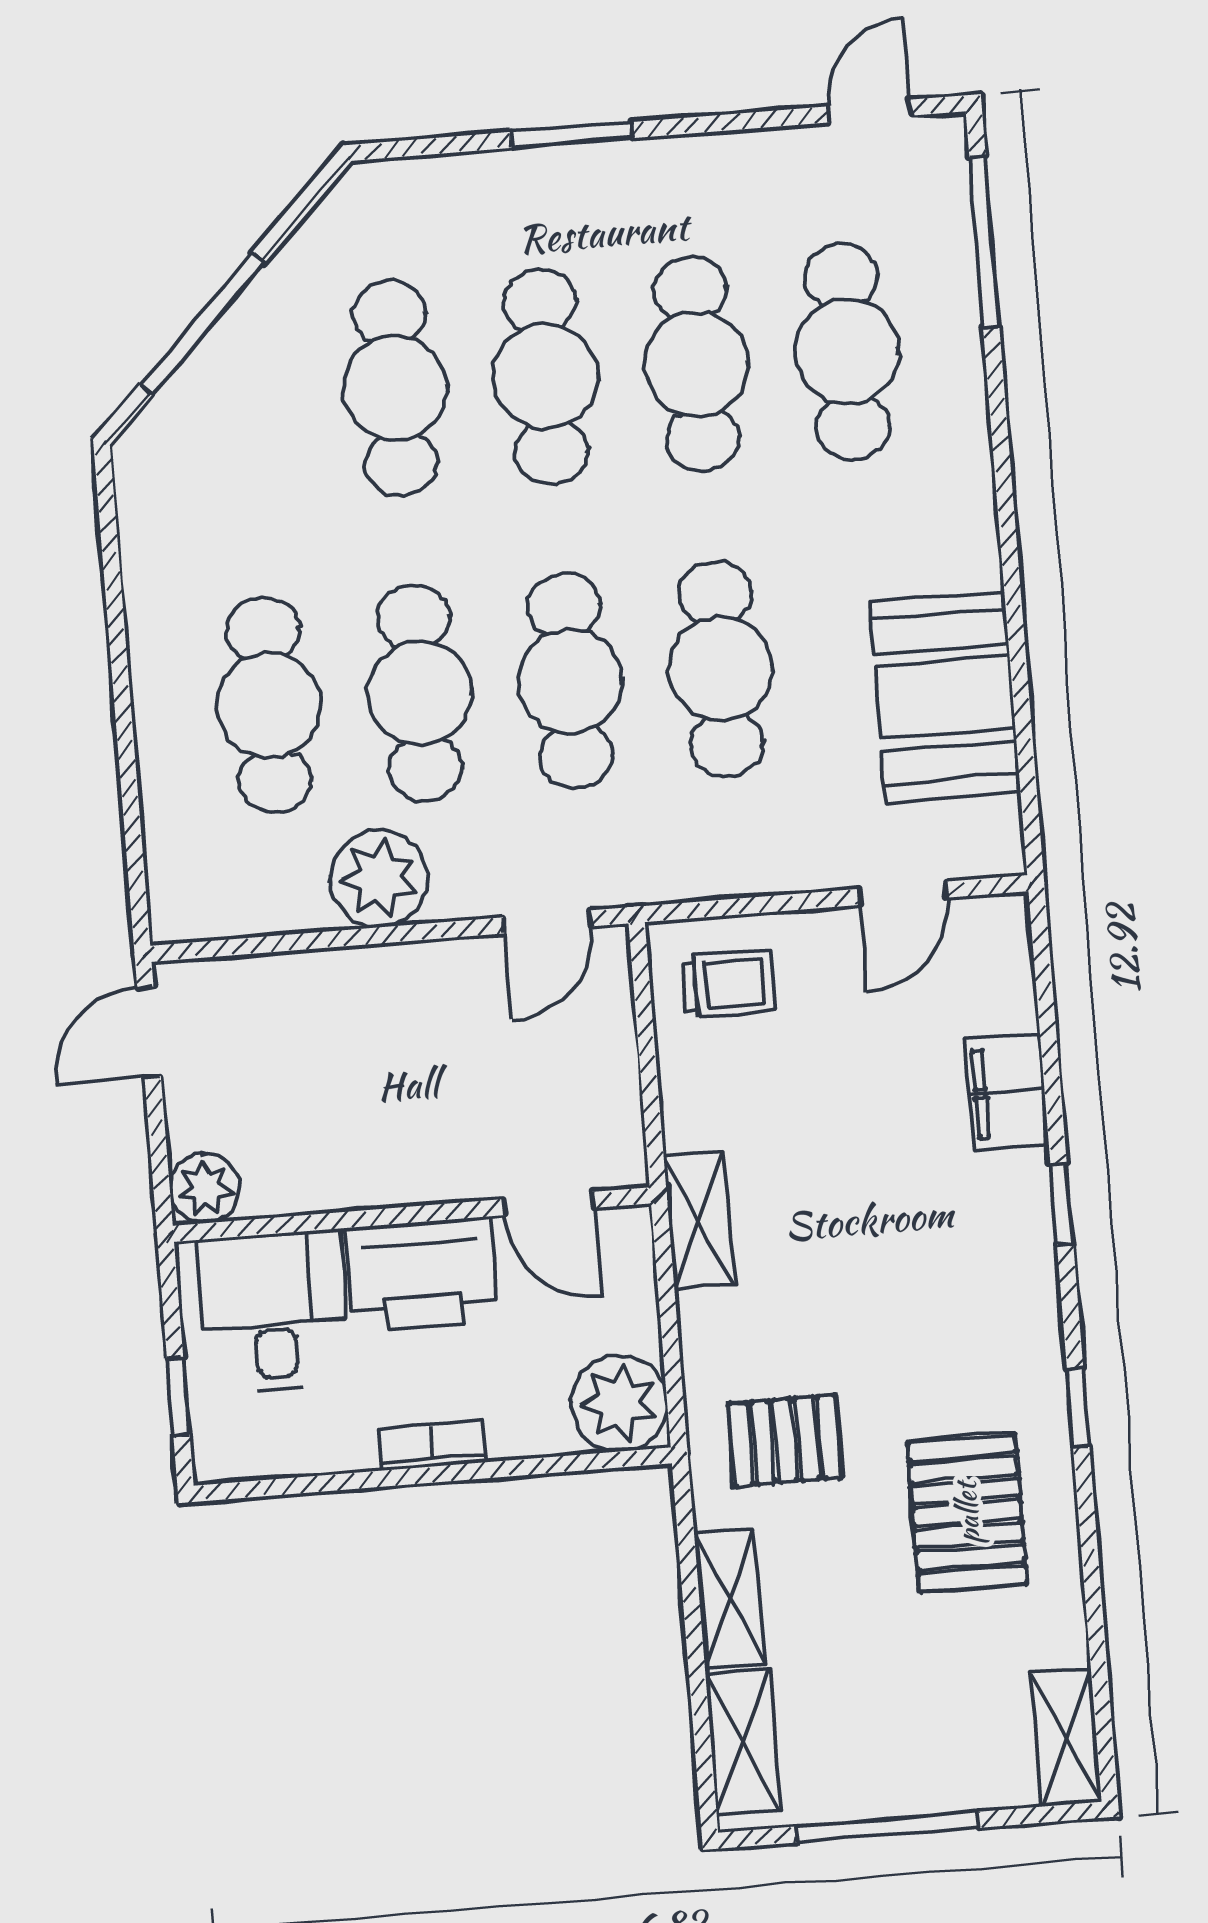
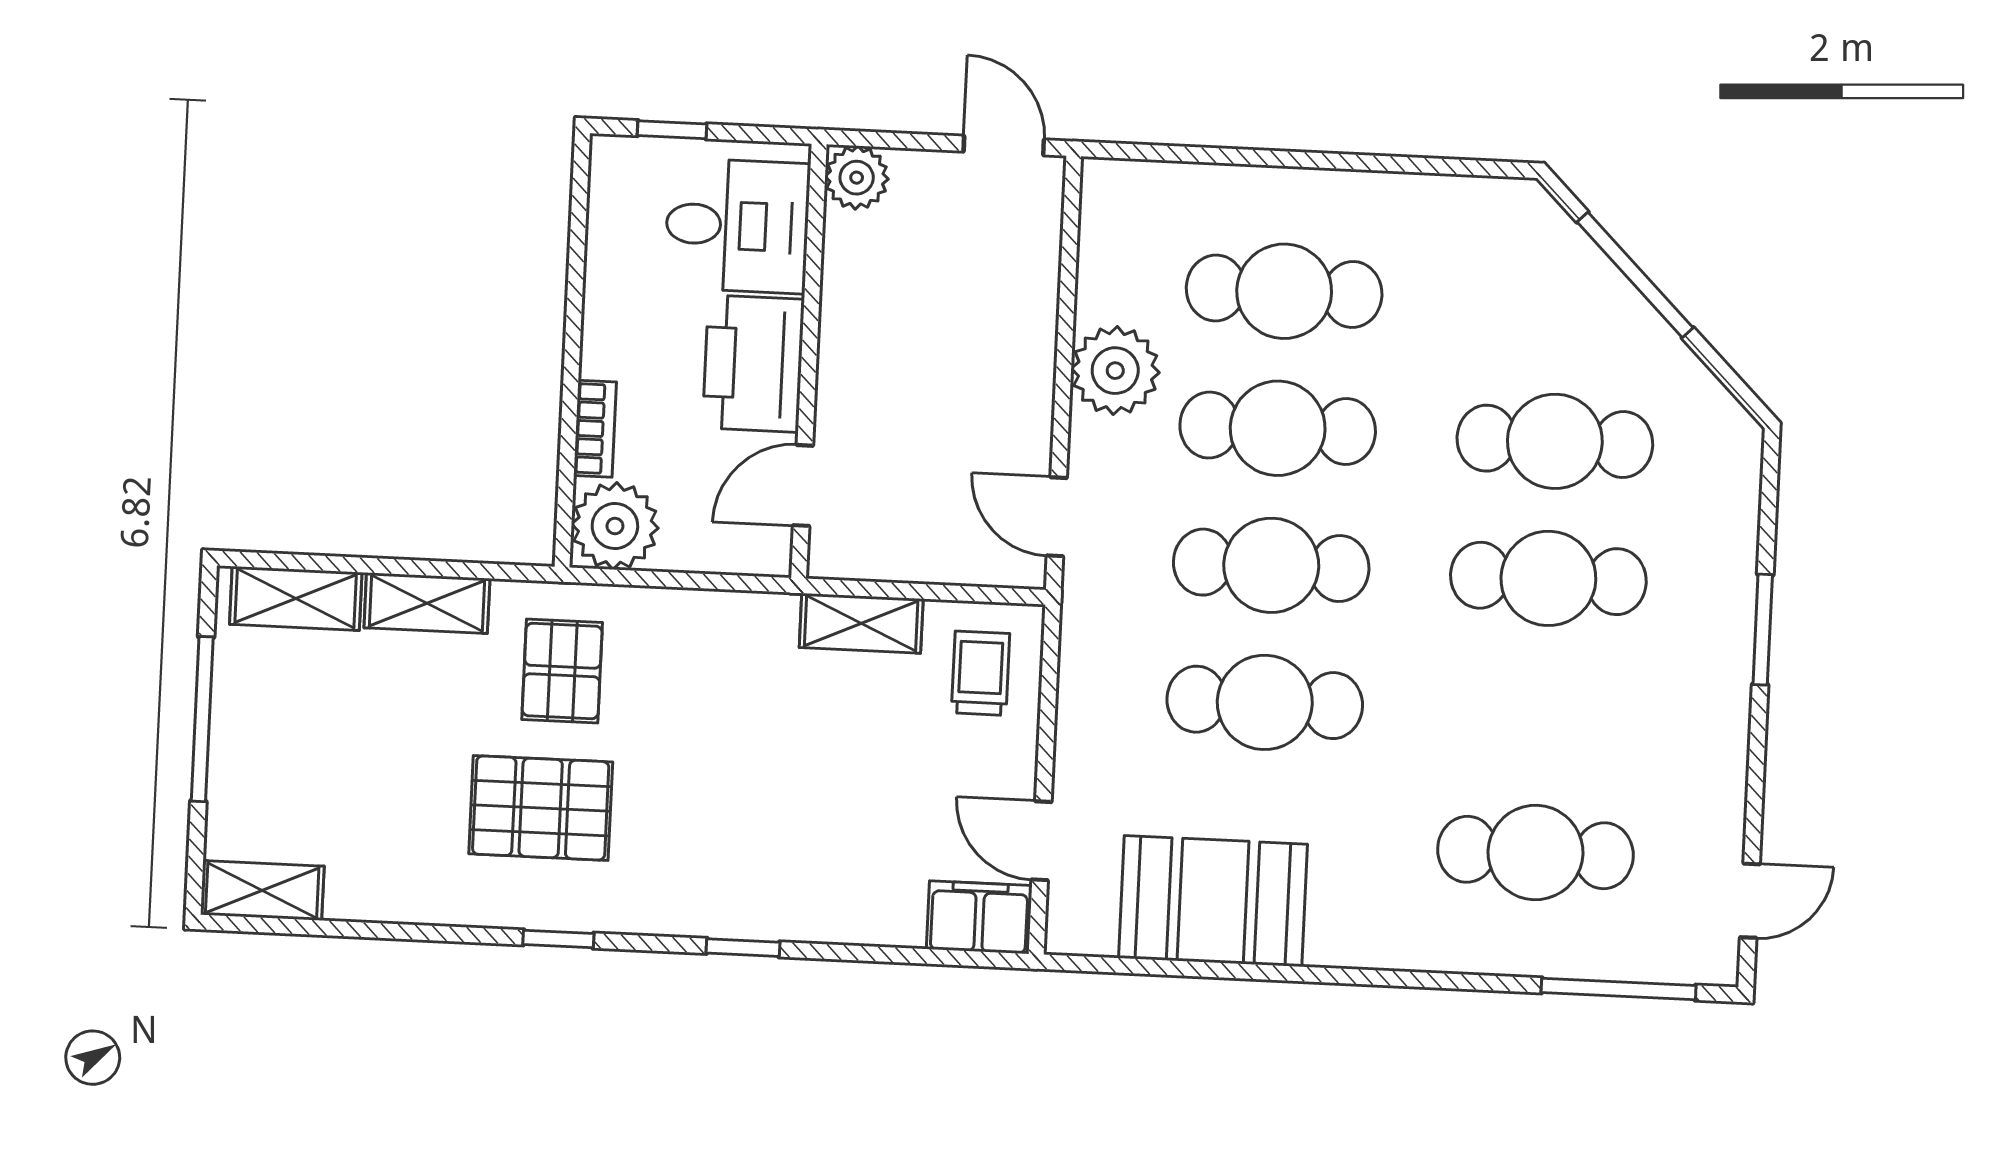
door: (870, 111) -> (1750, 901), hinge flipped
cafe table: (696, 364) -> (1542, 715), removed
trolley: (729, 983) -> (980, 673), turned 180
filing cabinet: (1007, 1092) -> (979, 917), moved
shelving: (699, 1220) -> (861, 623), moved
bookcase: (432, 1445) -> (595, 429), moved
pallet: (967, 1513) -> (541, 808), moved

